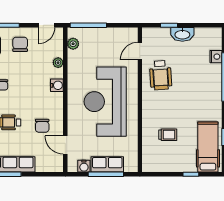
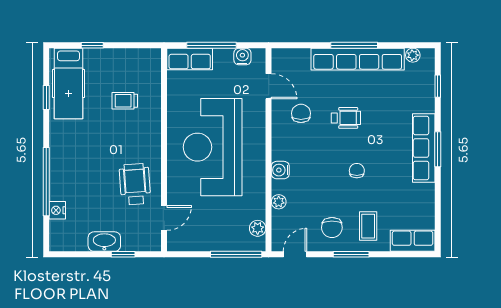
reception desk: (105, 102) -> (213, 147), turned 180
row of seats: (107, 164) -> (190, 59), moved

